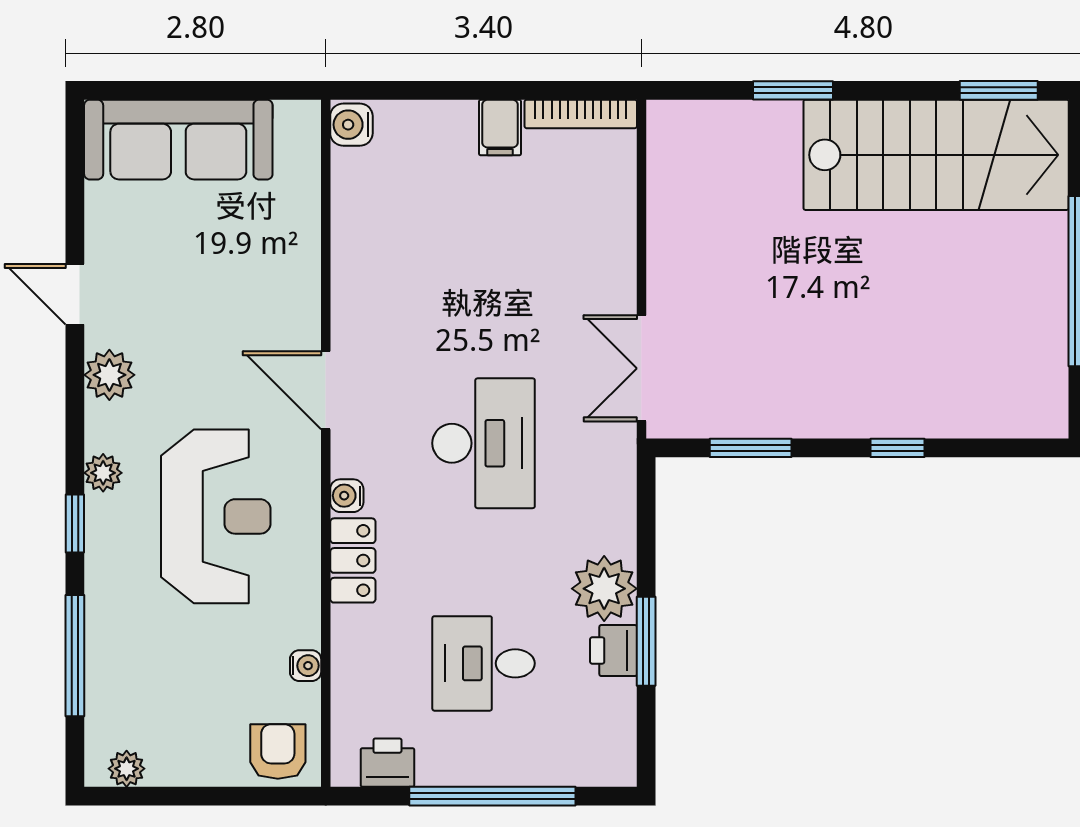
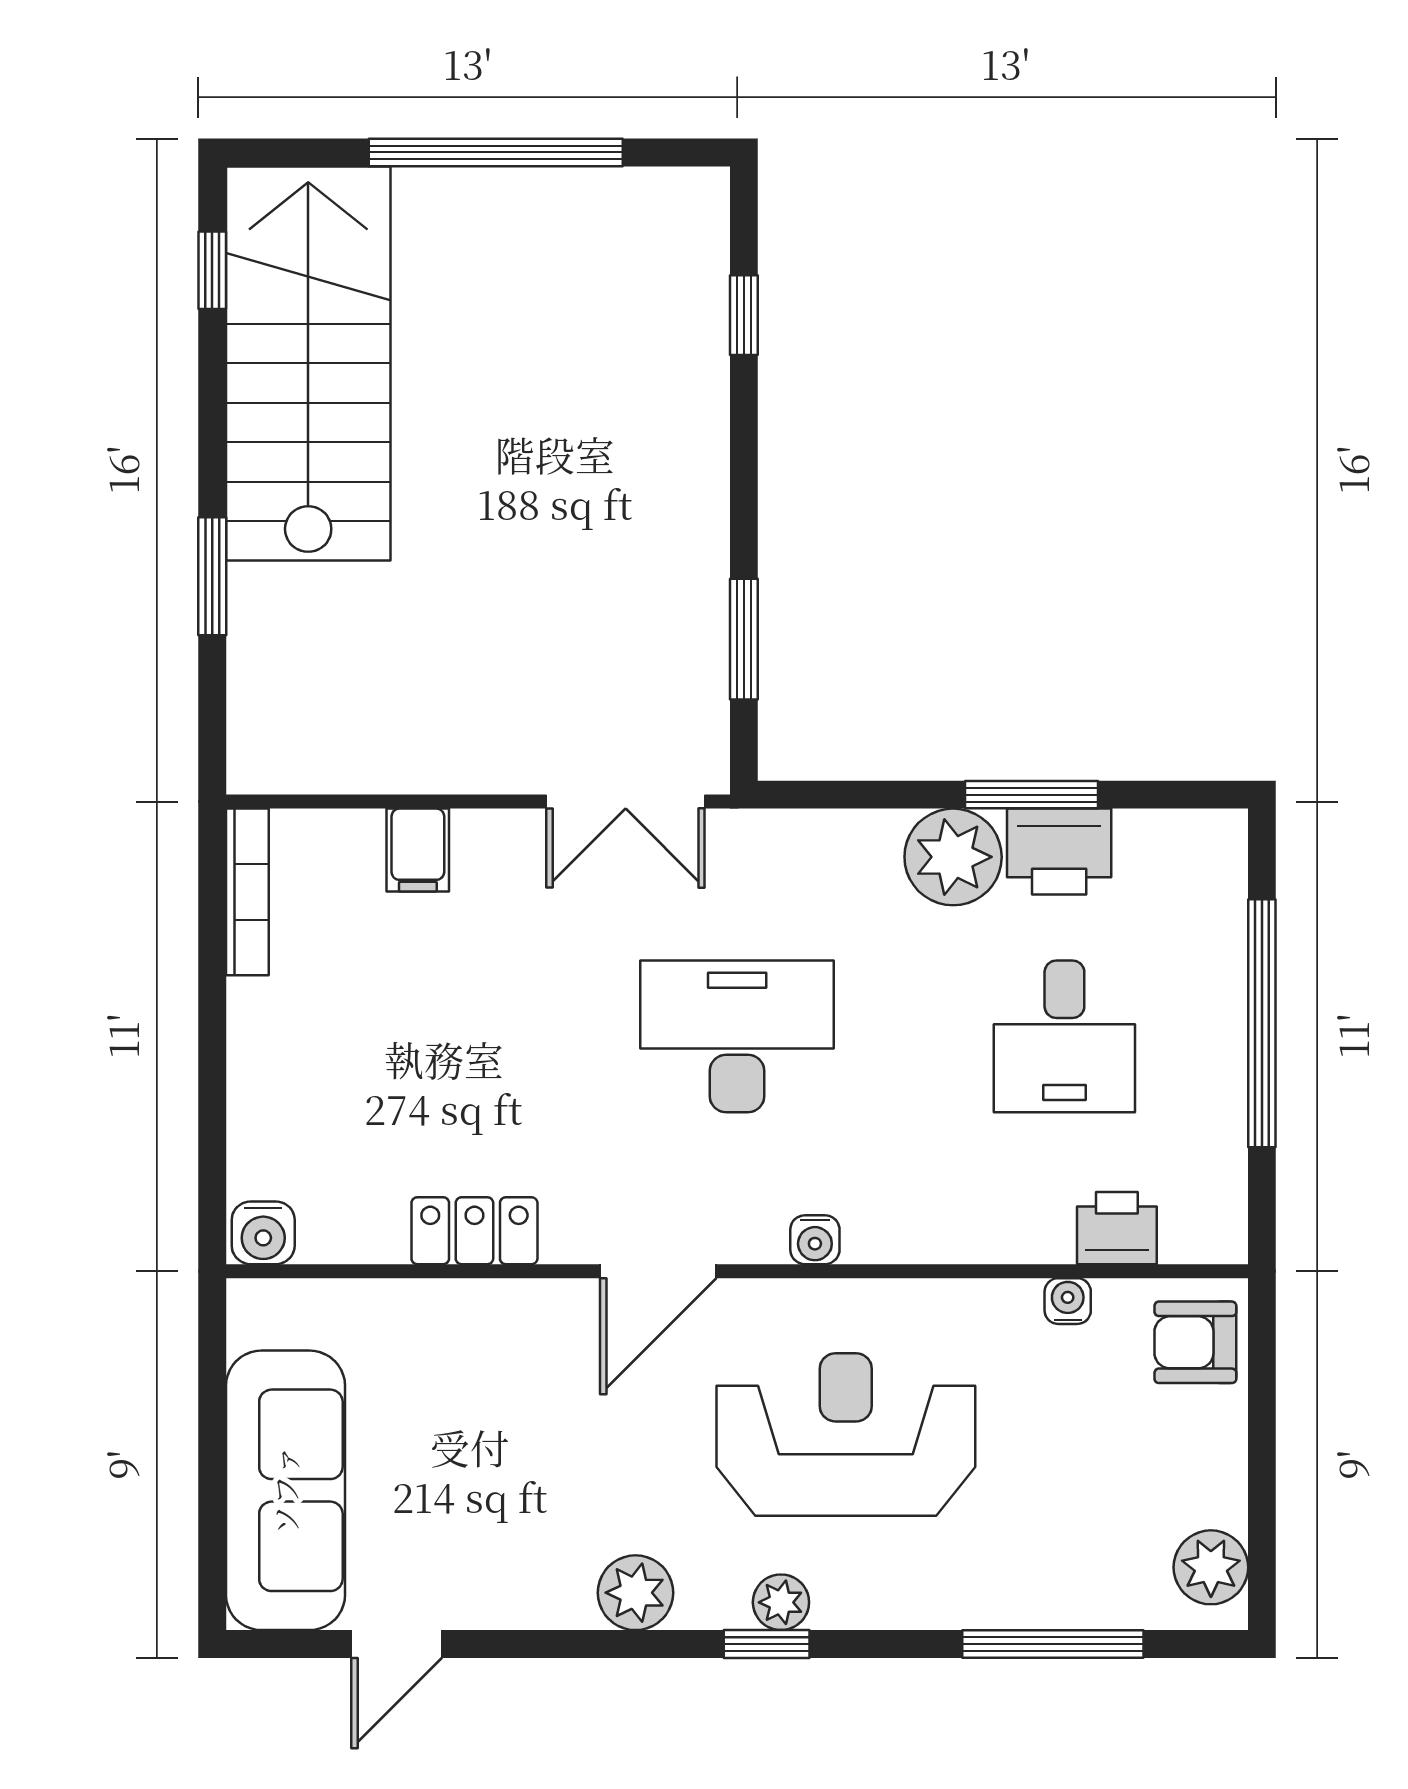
window: (999, 90) -> (212, 270), width x0.67
filing cabinet: (500, 128) -> (418, 850), moved, turned 90
door: (75, 294) -> (397, 1644), moved
window: (898, 448) -> (744, 315), moved
window: (75, 523) -> (767, 1644), moved
locker: (353, 560) -> (474, 1231), moved
printer: (613, 651) -> (1059, 852), width x1.36, depth x1.24
printer: (387, 763) -> (1117, 1228), moved, turned 90
plant: (127, 769) -> (1211, 1567), width x1.38, depth x1.38

